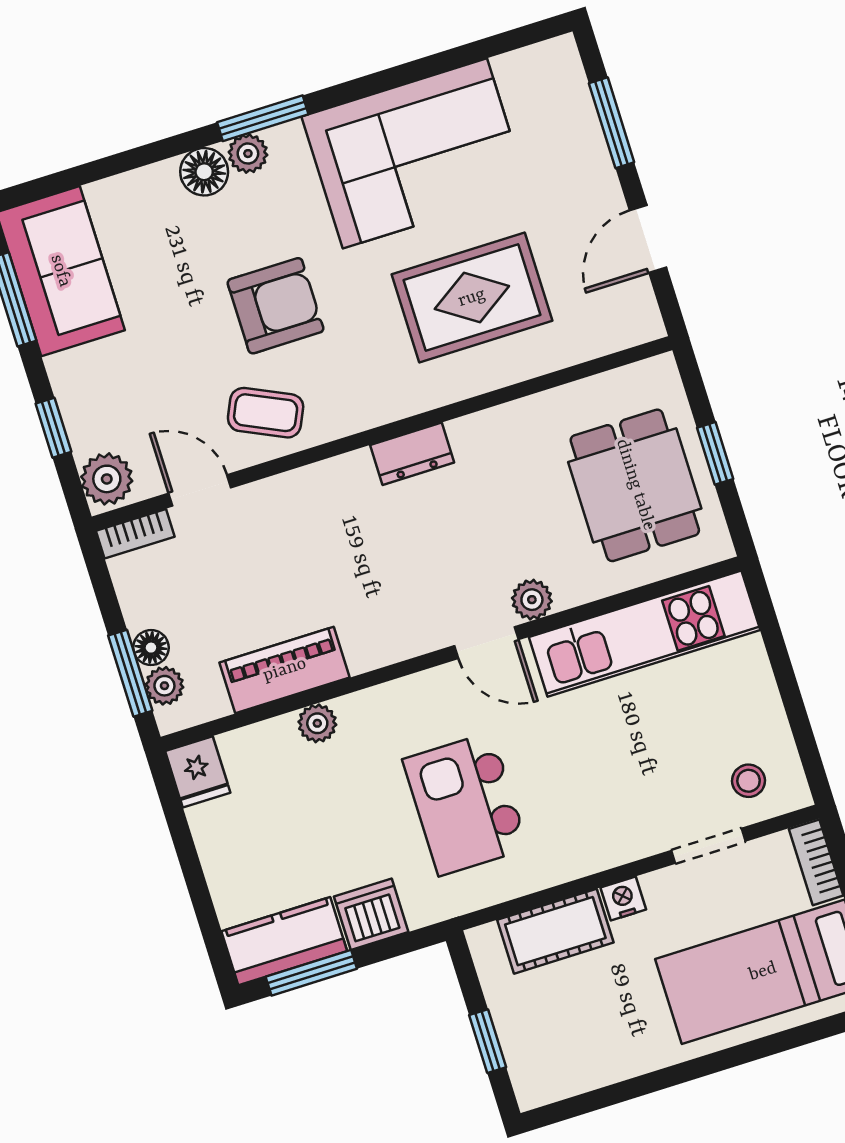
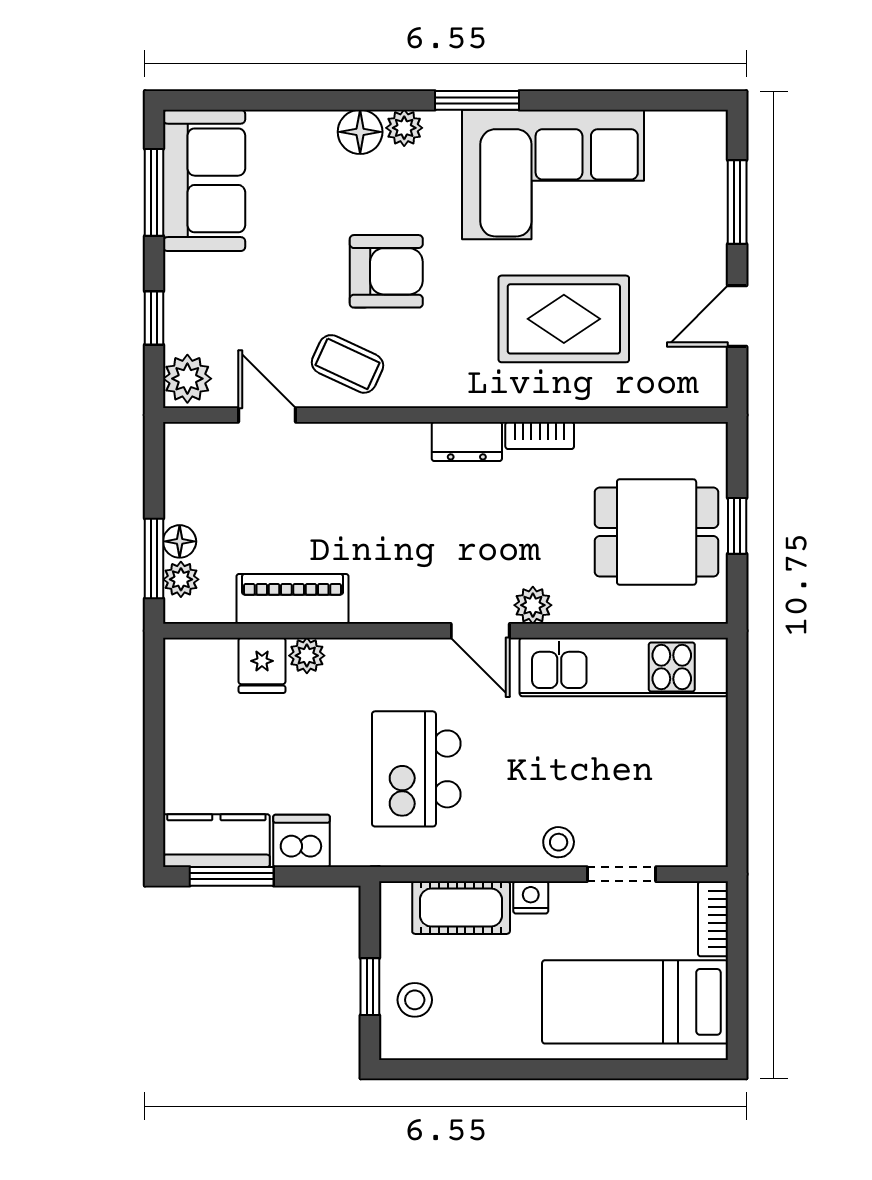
window: (263, 118) -> (477, 100), moved
dining table: (635, 485) -> (657, 532), turned 90
bookcase: (135, 534) -> (540, 436), moved
fridge: (198, 772) -> (262, 665), moved
stool: (749, 781) -> (559, 842), moved
stool: (538, 1040) -> (415, 1000), added

